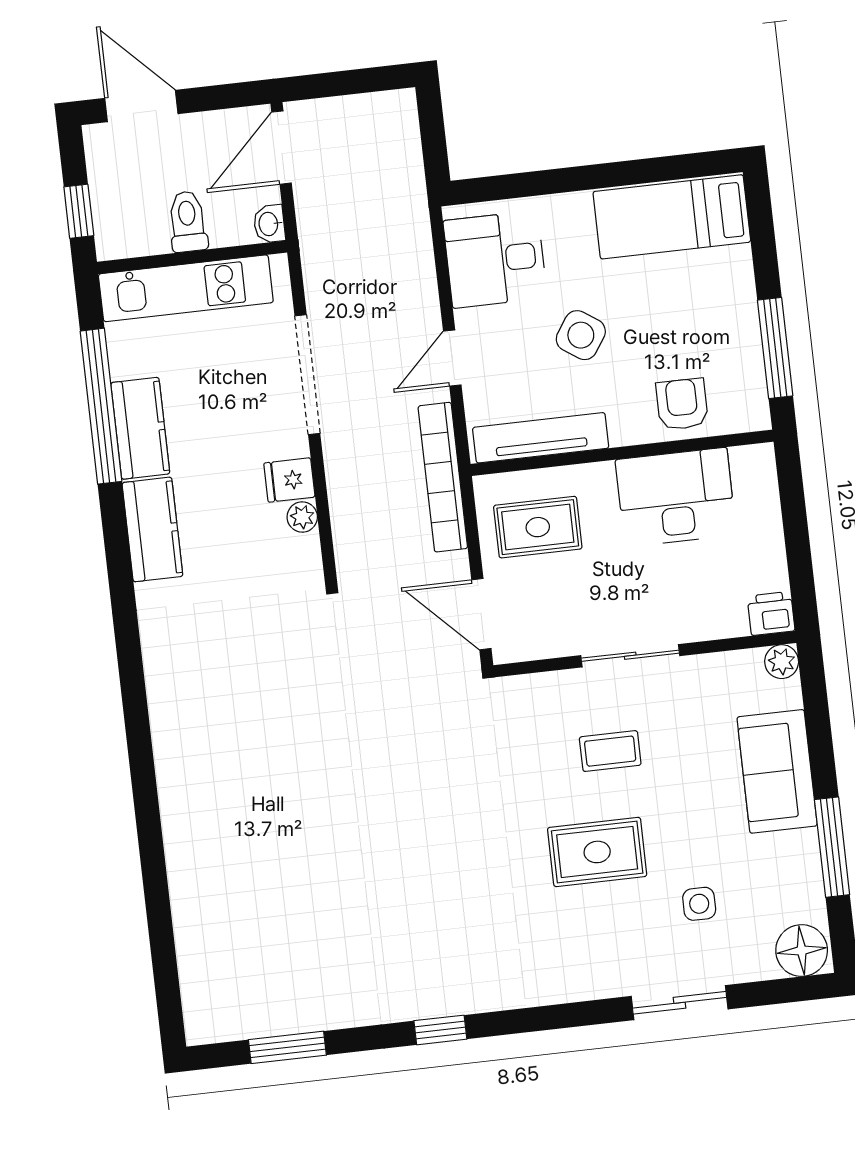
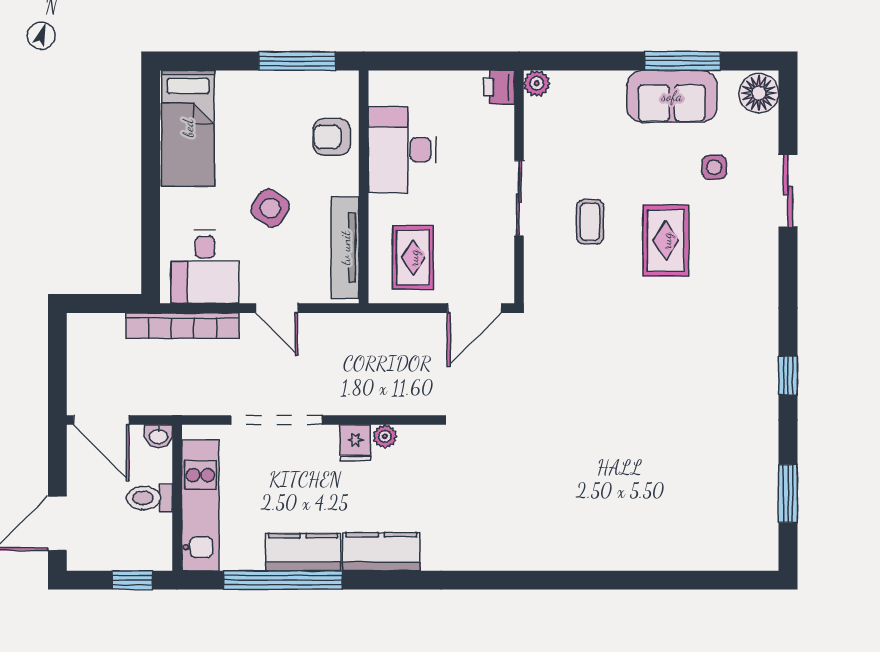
bookcase: (443, 477) -> (183, 326), moved
sofa: (777, 771) -> (672, 96), moved

